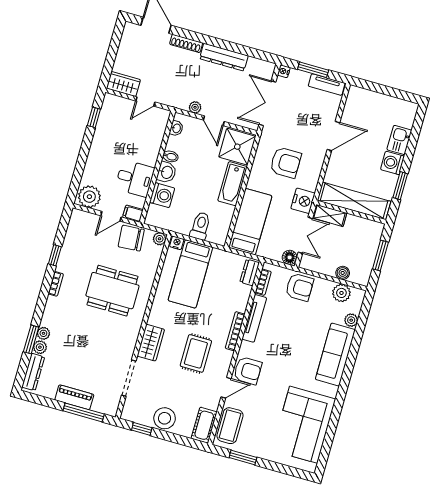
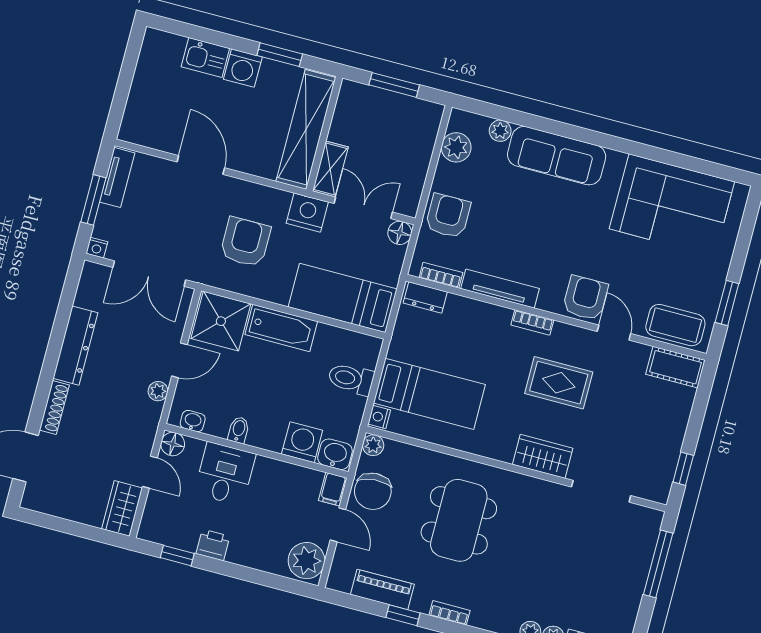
floor lamp: (162, 116) -> (173, 444), added
printer: (100, 139) -> (213, 545), added
washbasin: (167, 172) -> (335, 454), moved
desk: (135, 178) -> (225, 474), moved
boiler: (343, 273) -> (424, 146), removed
bookcase: (235, 331) -> (532, 322), width x0.64
piano: (74, 397) -> (382, 589), moved, turned 90
stool: (165, 418) -> (665, 432), removed

